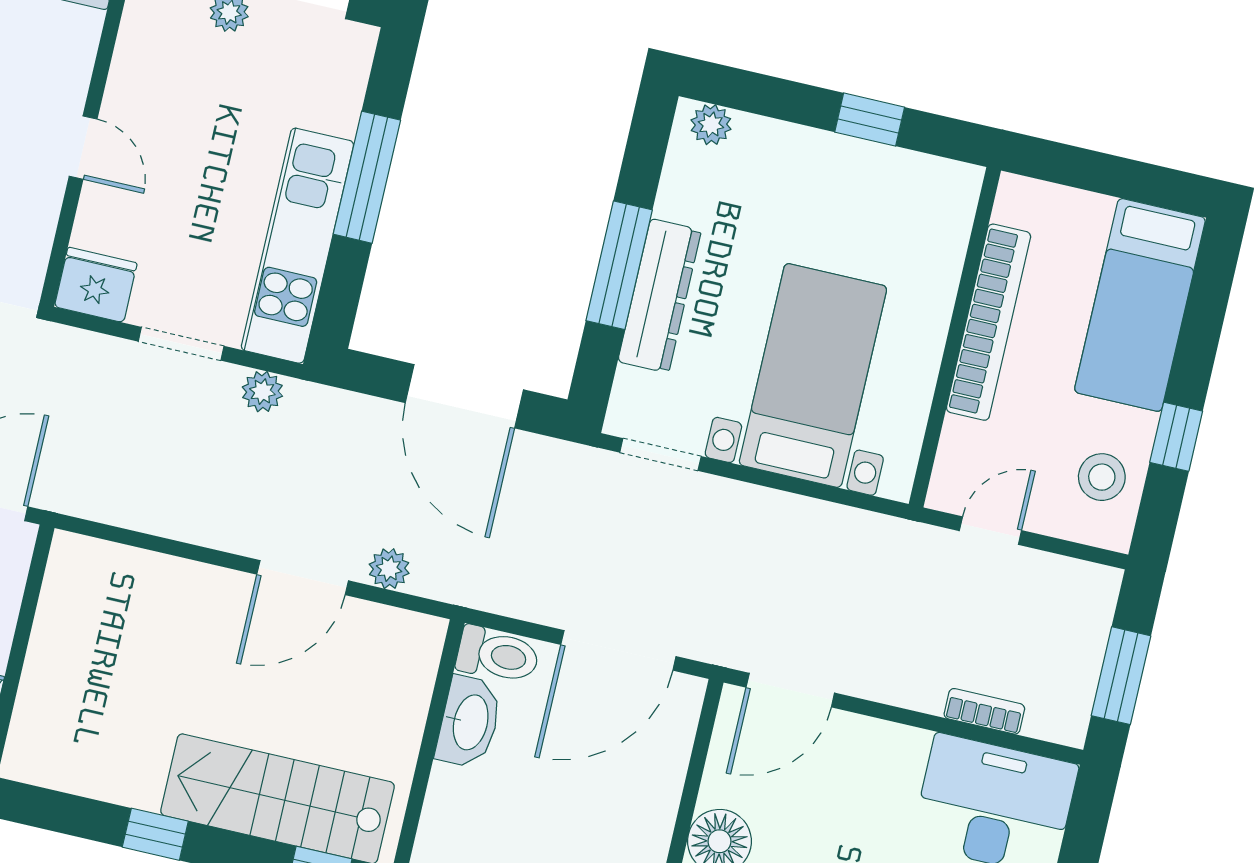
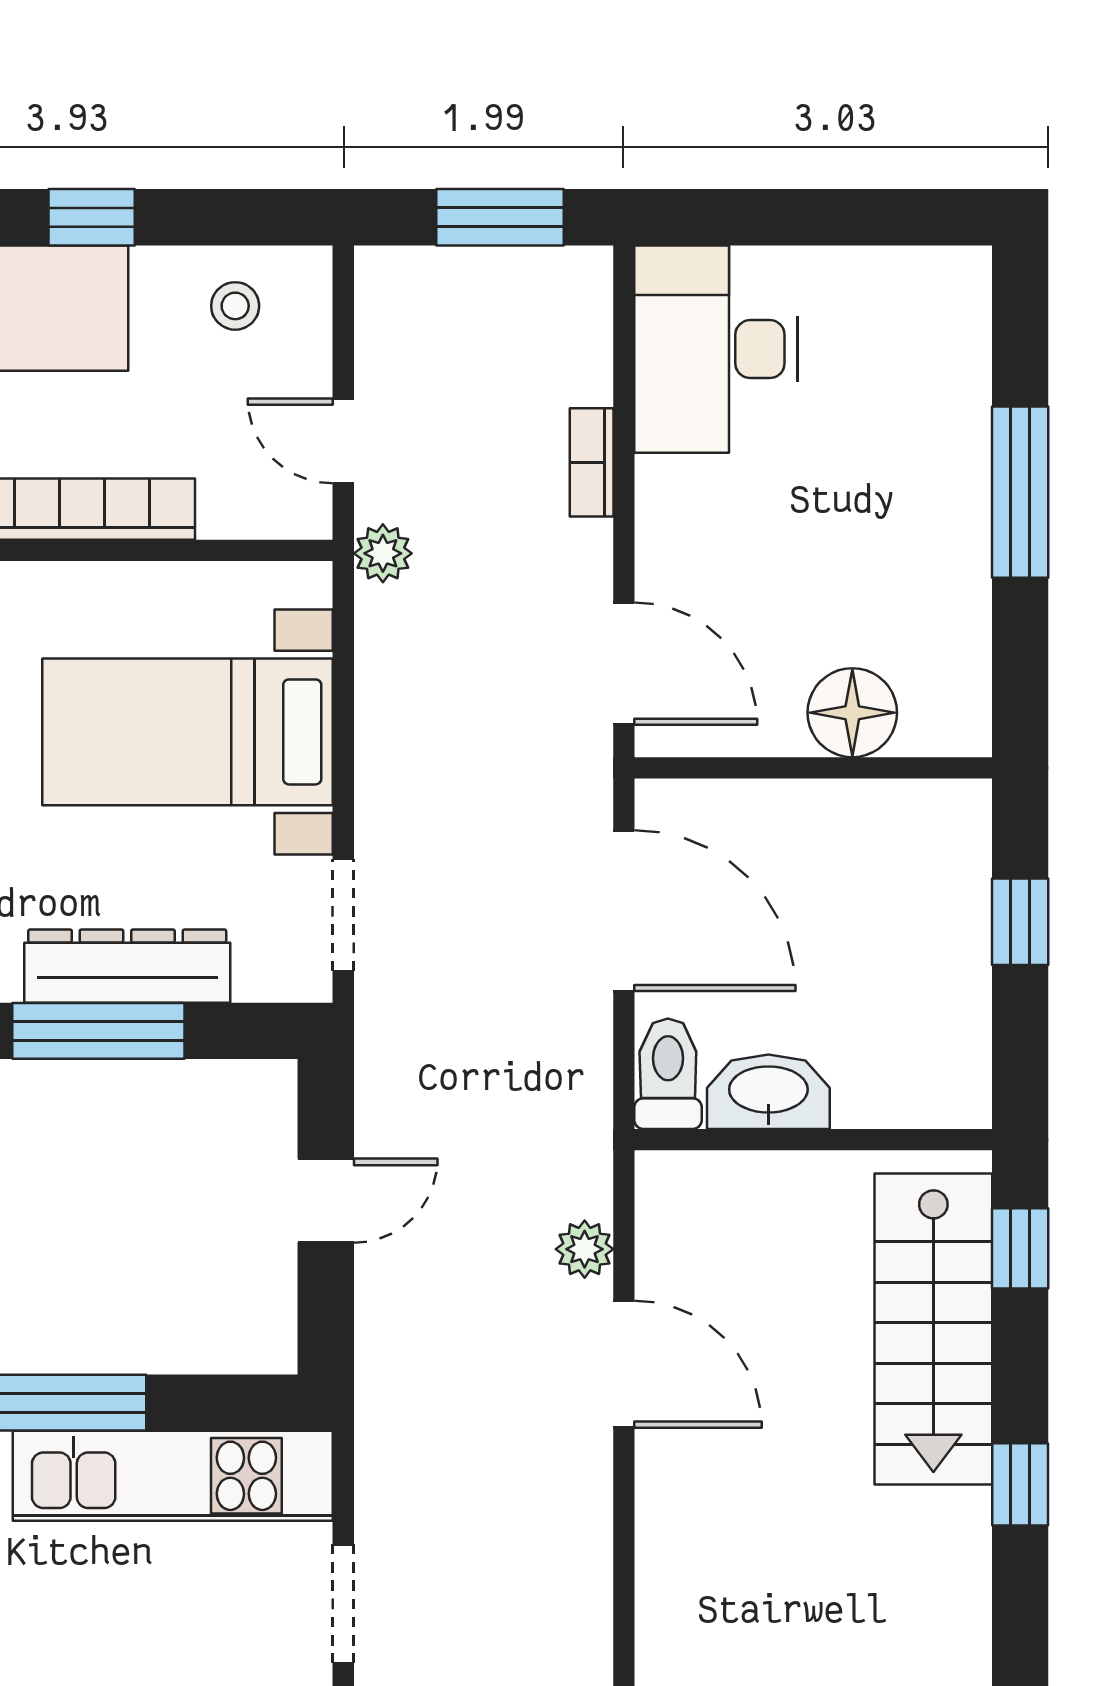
plant: (262, 392) -> (383, 553), moved
door: (464, 396) -> (326, 1201), width x0.53
window: (1176, 437) -> (92, 217), moved
stool: (1102, 477) -> (235, 306), width x0.73, depth x0.73
bookcase: (984, 711) -> (592, 462), moved

